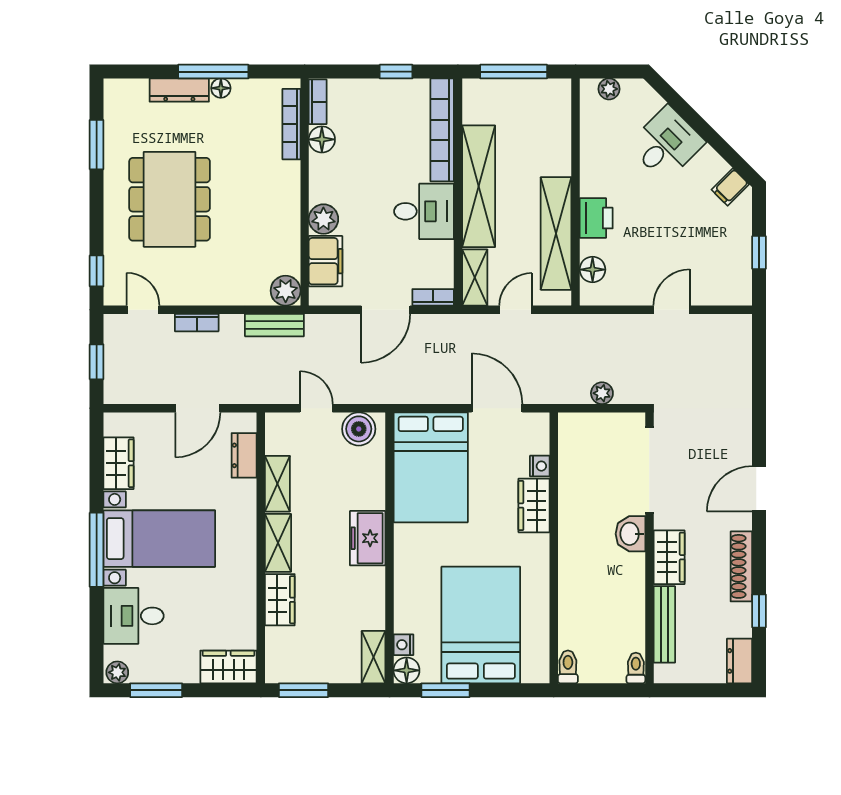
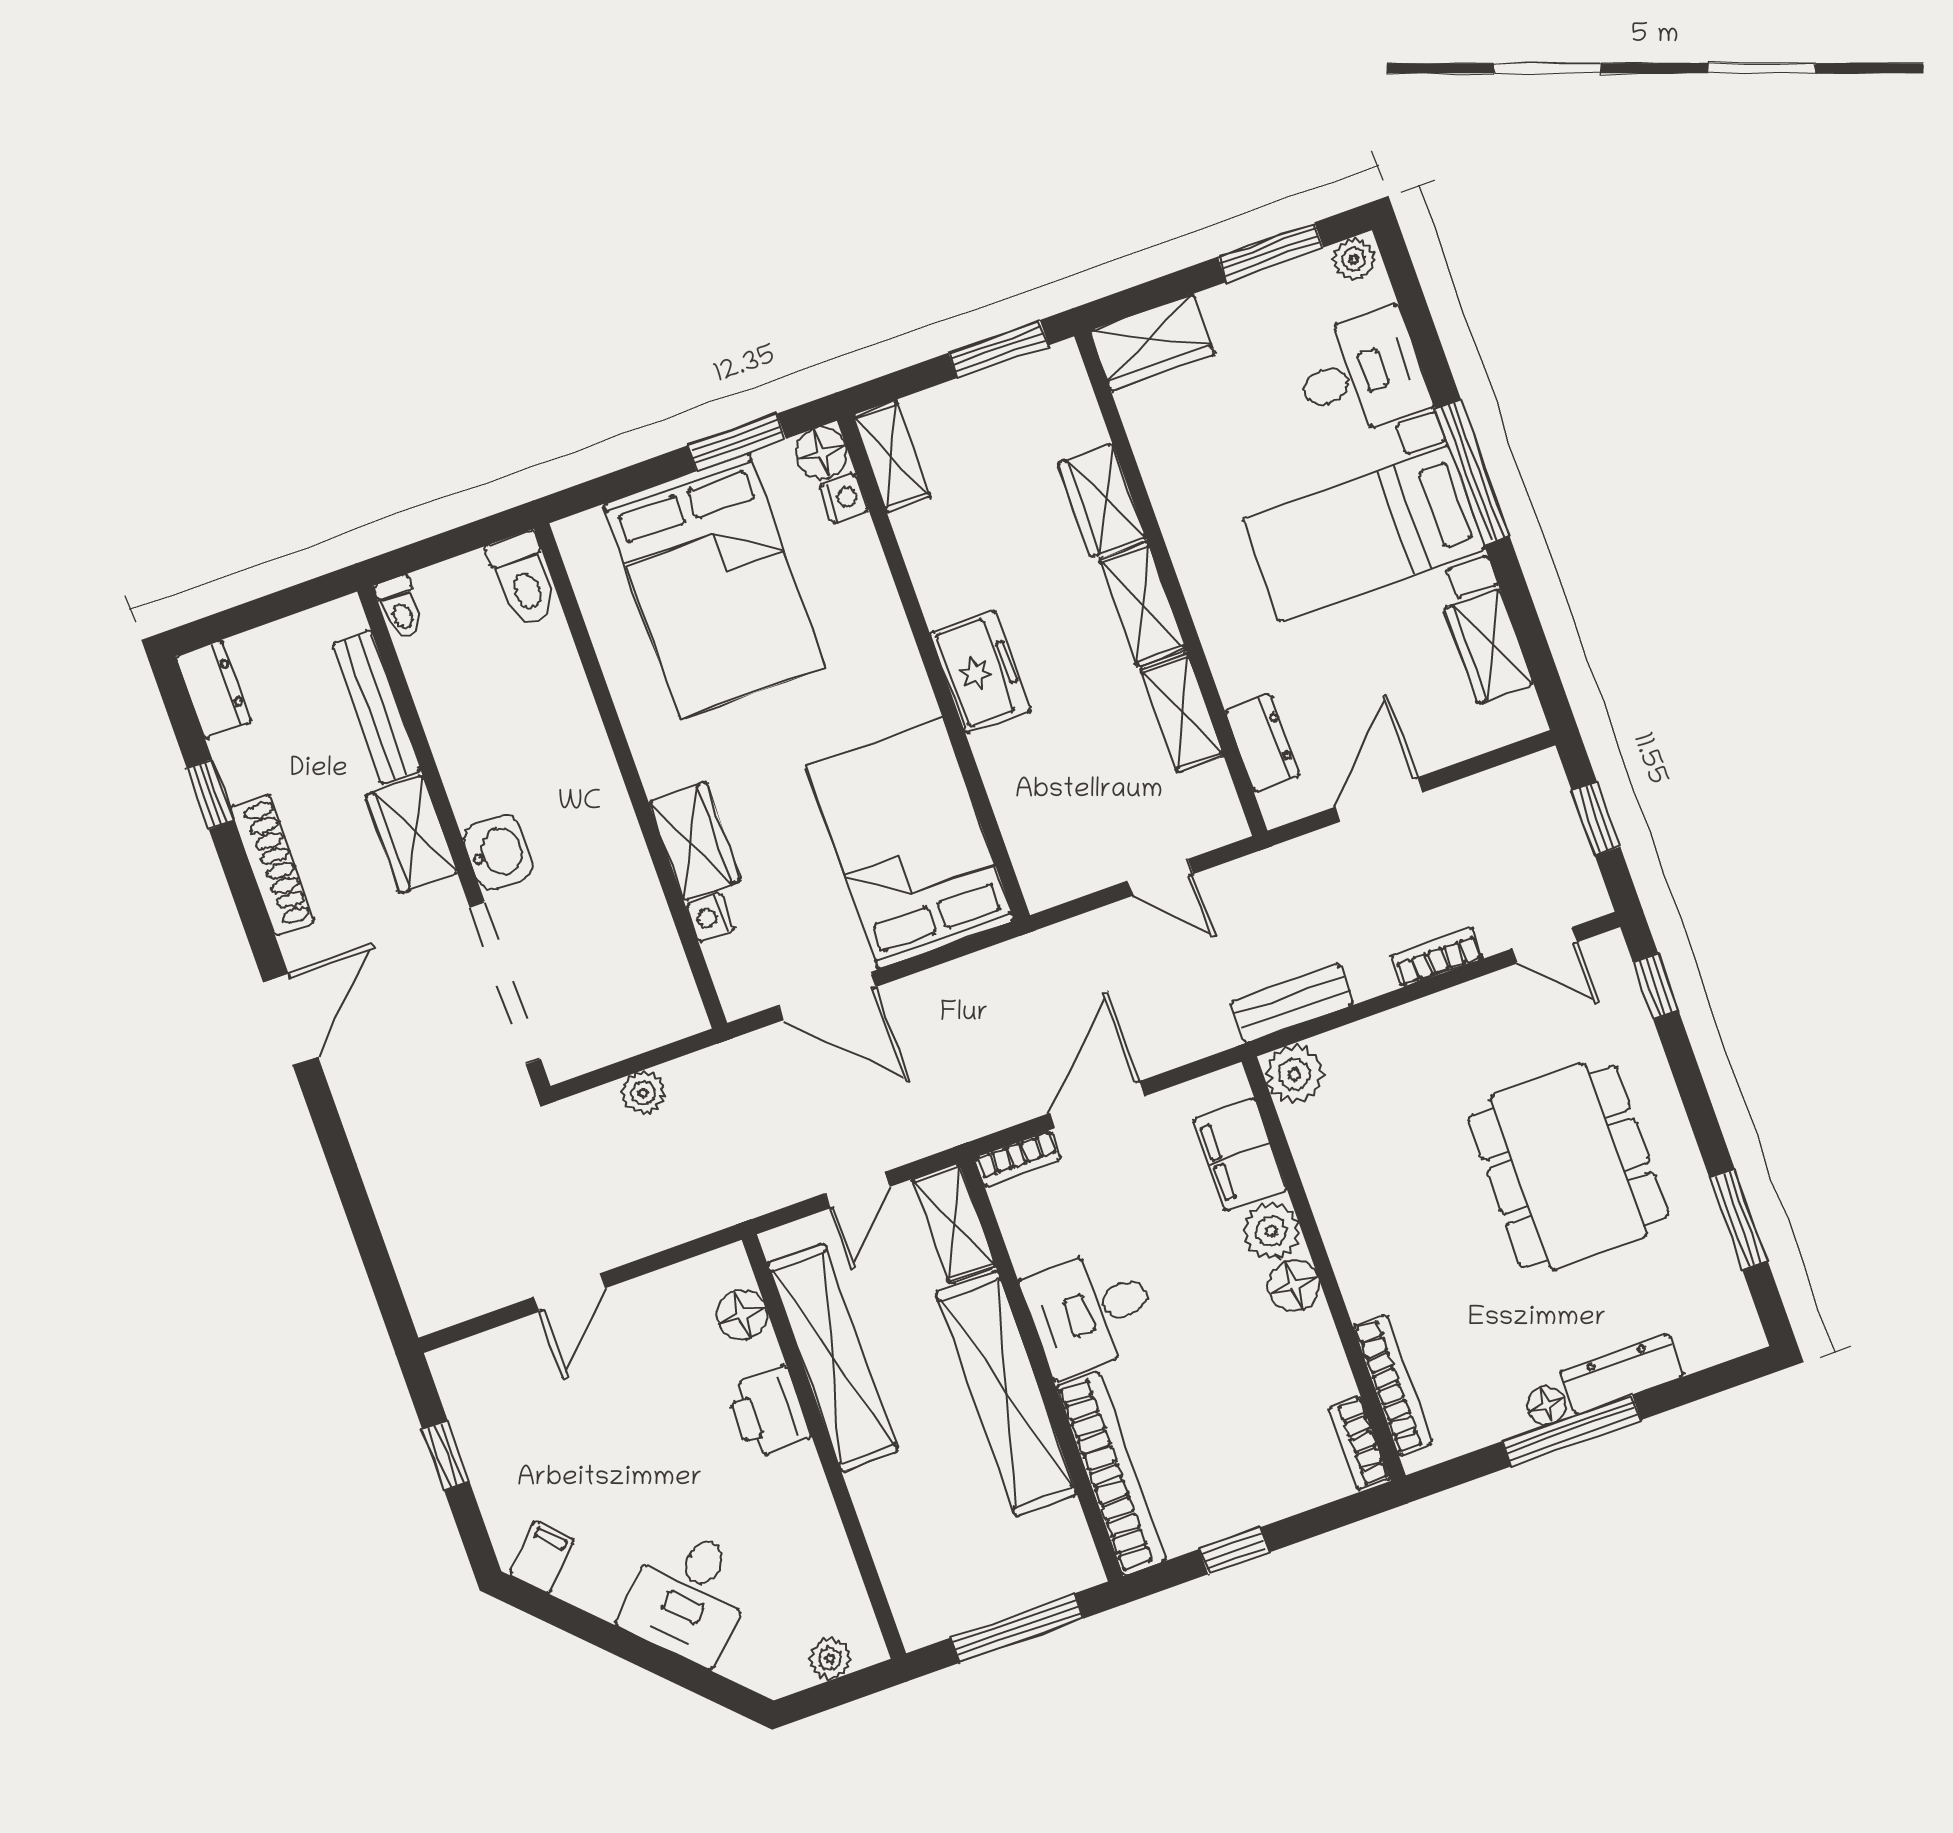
floor lamp: (322, 139) -> (1294, 1285), moved
boiler: (359, 429) -> (1068, 867), removed
toilet: (568, 667) -> (523, 580), width x1.37, depth x1.39

